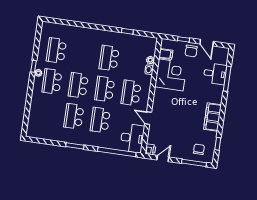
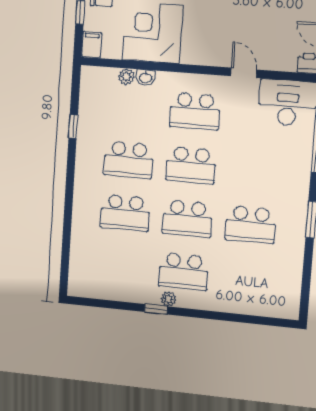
school desk: (56, 50) -> (125, 213), moved
filing cabinet: (166, 54) -> (92, 45), moved
door: (148, 118) -> (244, 73), swing flipped
school desk: (100, 120) -> (255, 171), removed

